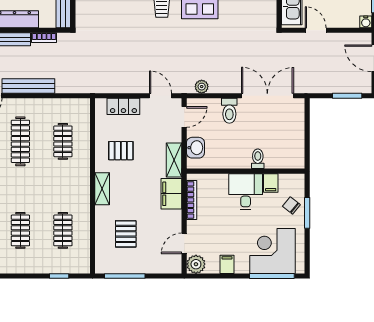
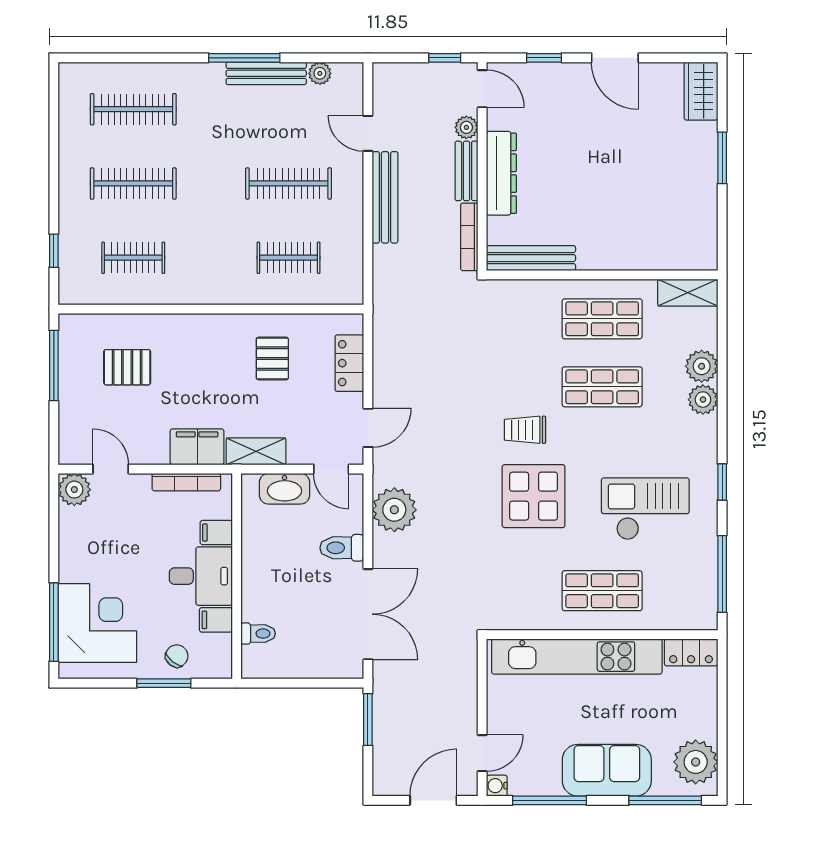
door: (316, 30) -> (482, 753), moved
bookcase: (44, 38) -> (469, 237), width x1.56
plant: (202, 87) -> (394, 510), width x1.88, depth x1.88
window: (347, 96) -> (368, 720), moved
washbasin: (195, 148) -> (284, 489), width x1.38
toilet: (258, 159) -> (258, 634), moved
shelving: (102, 189) -> (206, 326), removed
clothes rail: (20, 230) -> (133, 183), width x1.36
filing cabinet: (227, 264) -> (216, 533), moved, turned 180

